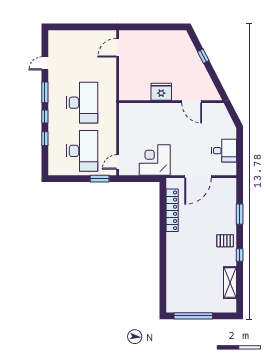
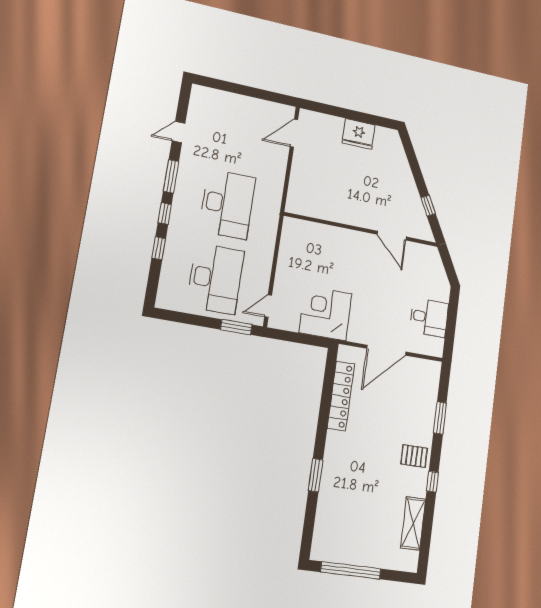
window: (203, 56) -> (428, 206), moved
fridge: (161, 92) -> (359, 134), moved, turned 180
window: (163, 261) -> (316, 475), added

